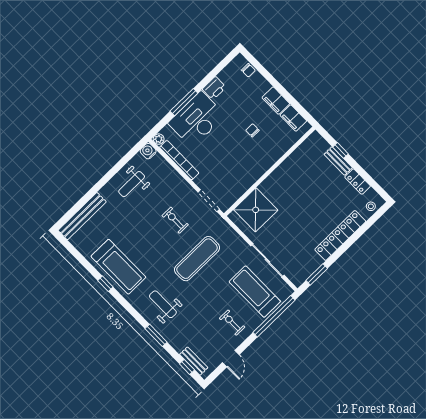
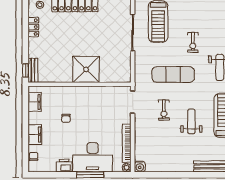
filing cabinet: (276, 101) -> (35, 135), moved
window: (341, 150) -> (25, 70), moved
bench: (338, 161) -> (33, 70), moved
weight bench: (132, 184) -> (191, 121), moved, turned -90
shower: (256, 210) -> (86, 69), moved
exercise bike: (232, 323) -> (193, 42), moved

